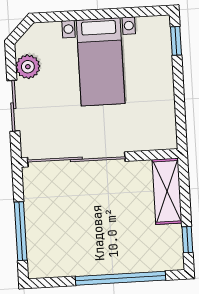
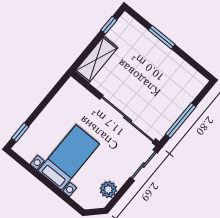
sliding door: (13, 106) -> (144, 165), moved
window: (21, 231) -> (181, 120), moved
window: (121, 278) -> (162, 37), width x0.47

